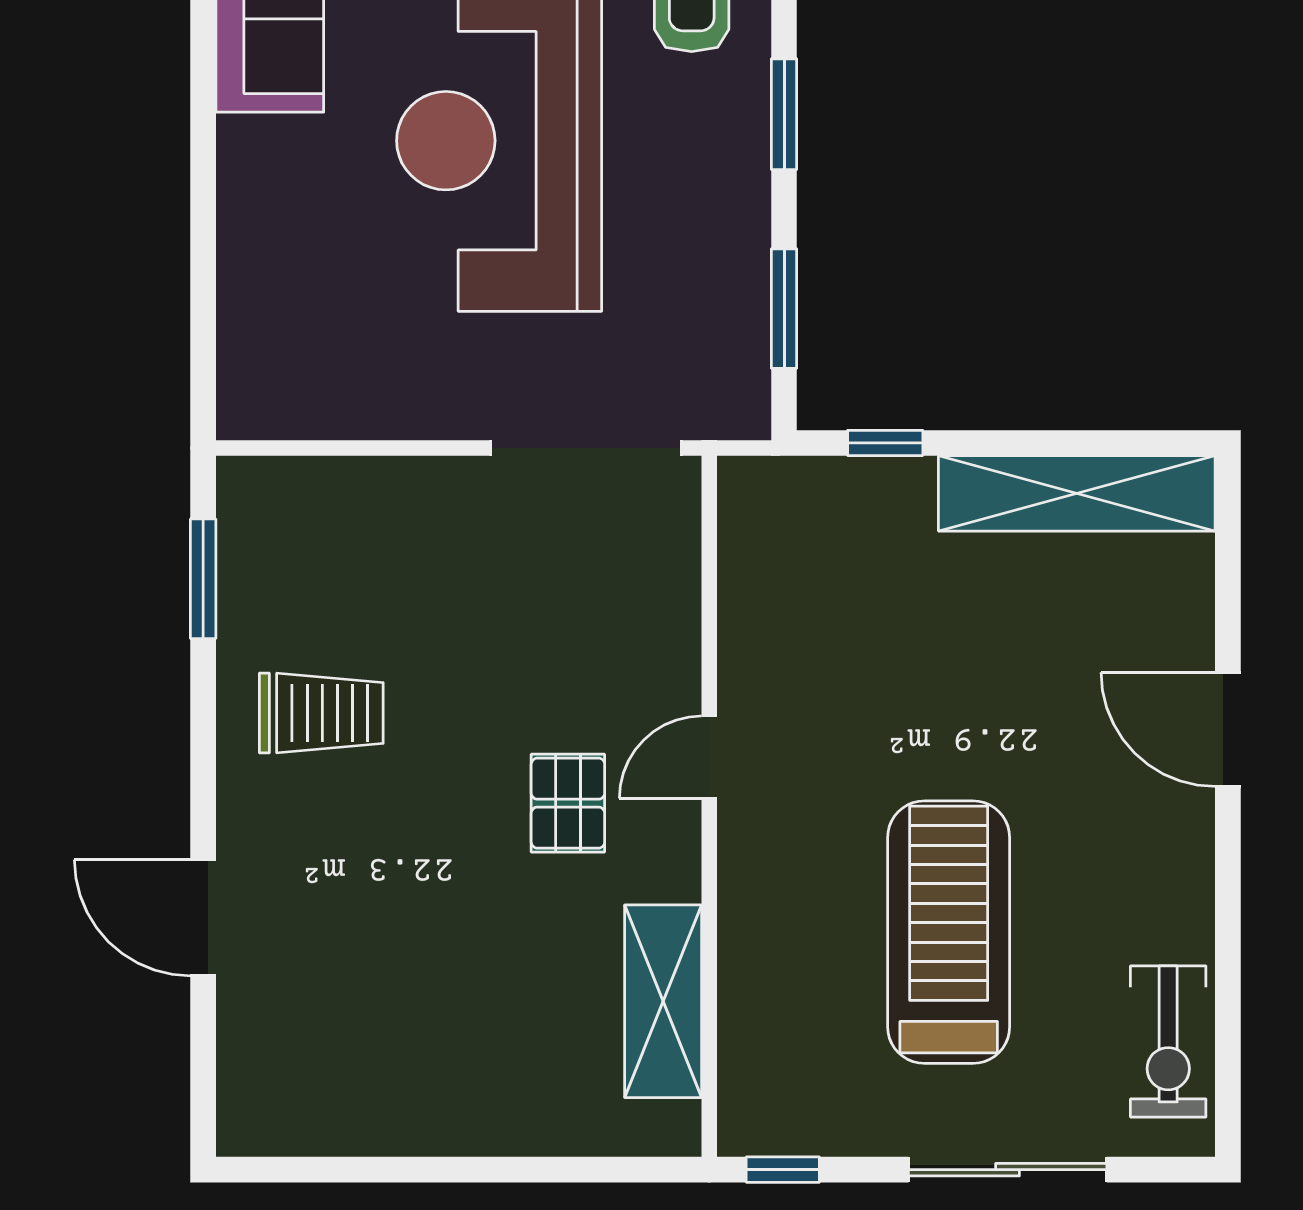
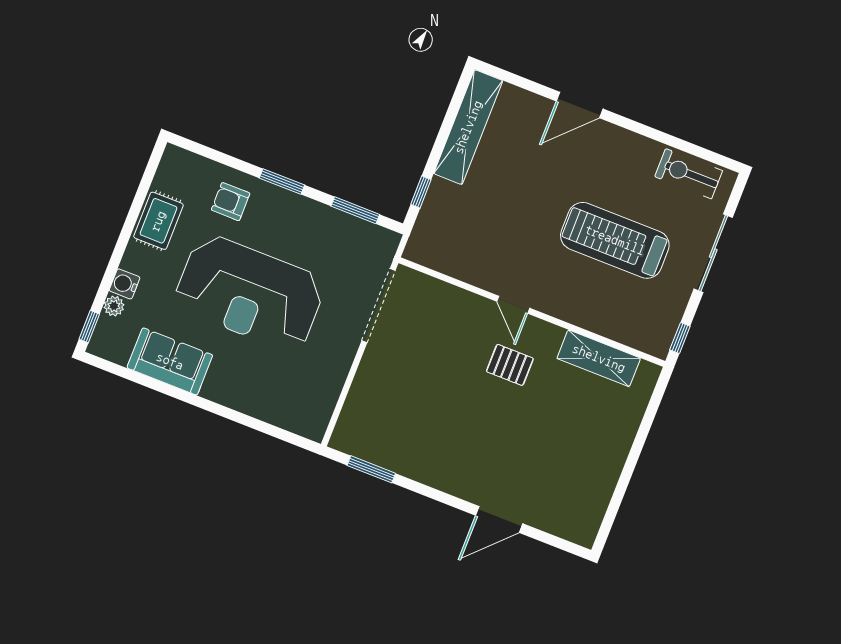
trolley: (321, 713) -> (439, 445), removed
exercise bike: (1168, 1041) -> (689, 174), turned 180

